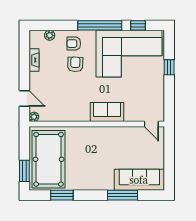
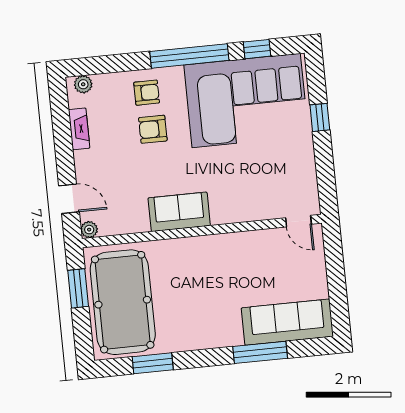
plant: (50, 35) -> (83, 84), moved
armchair: (74, 44) -> (147, 93), turned 180
armchair: (75, 64) -> (153, 129), turned -92
sofa: (107, 112) -> (179, 212), moved
window: (24, 171) -> (78, 288), moved

